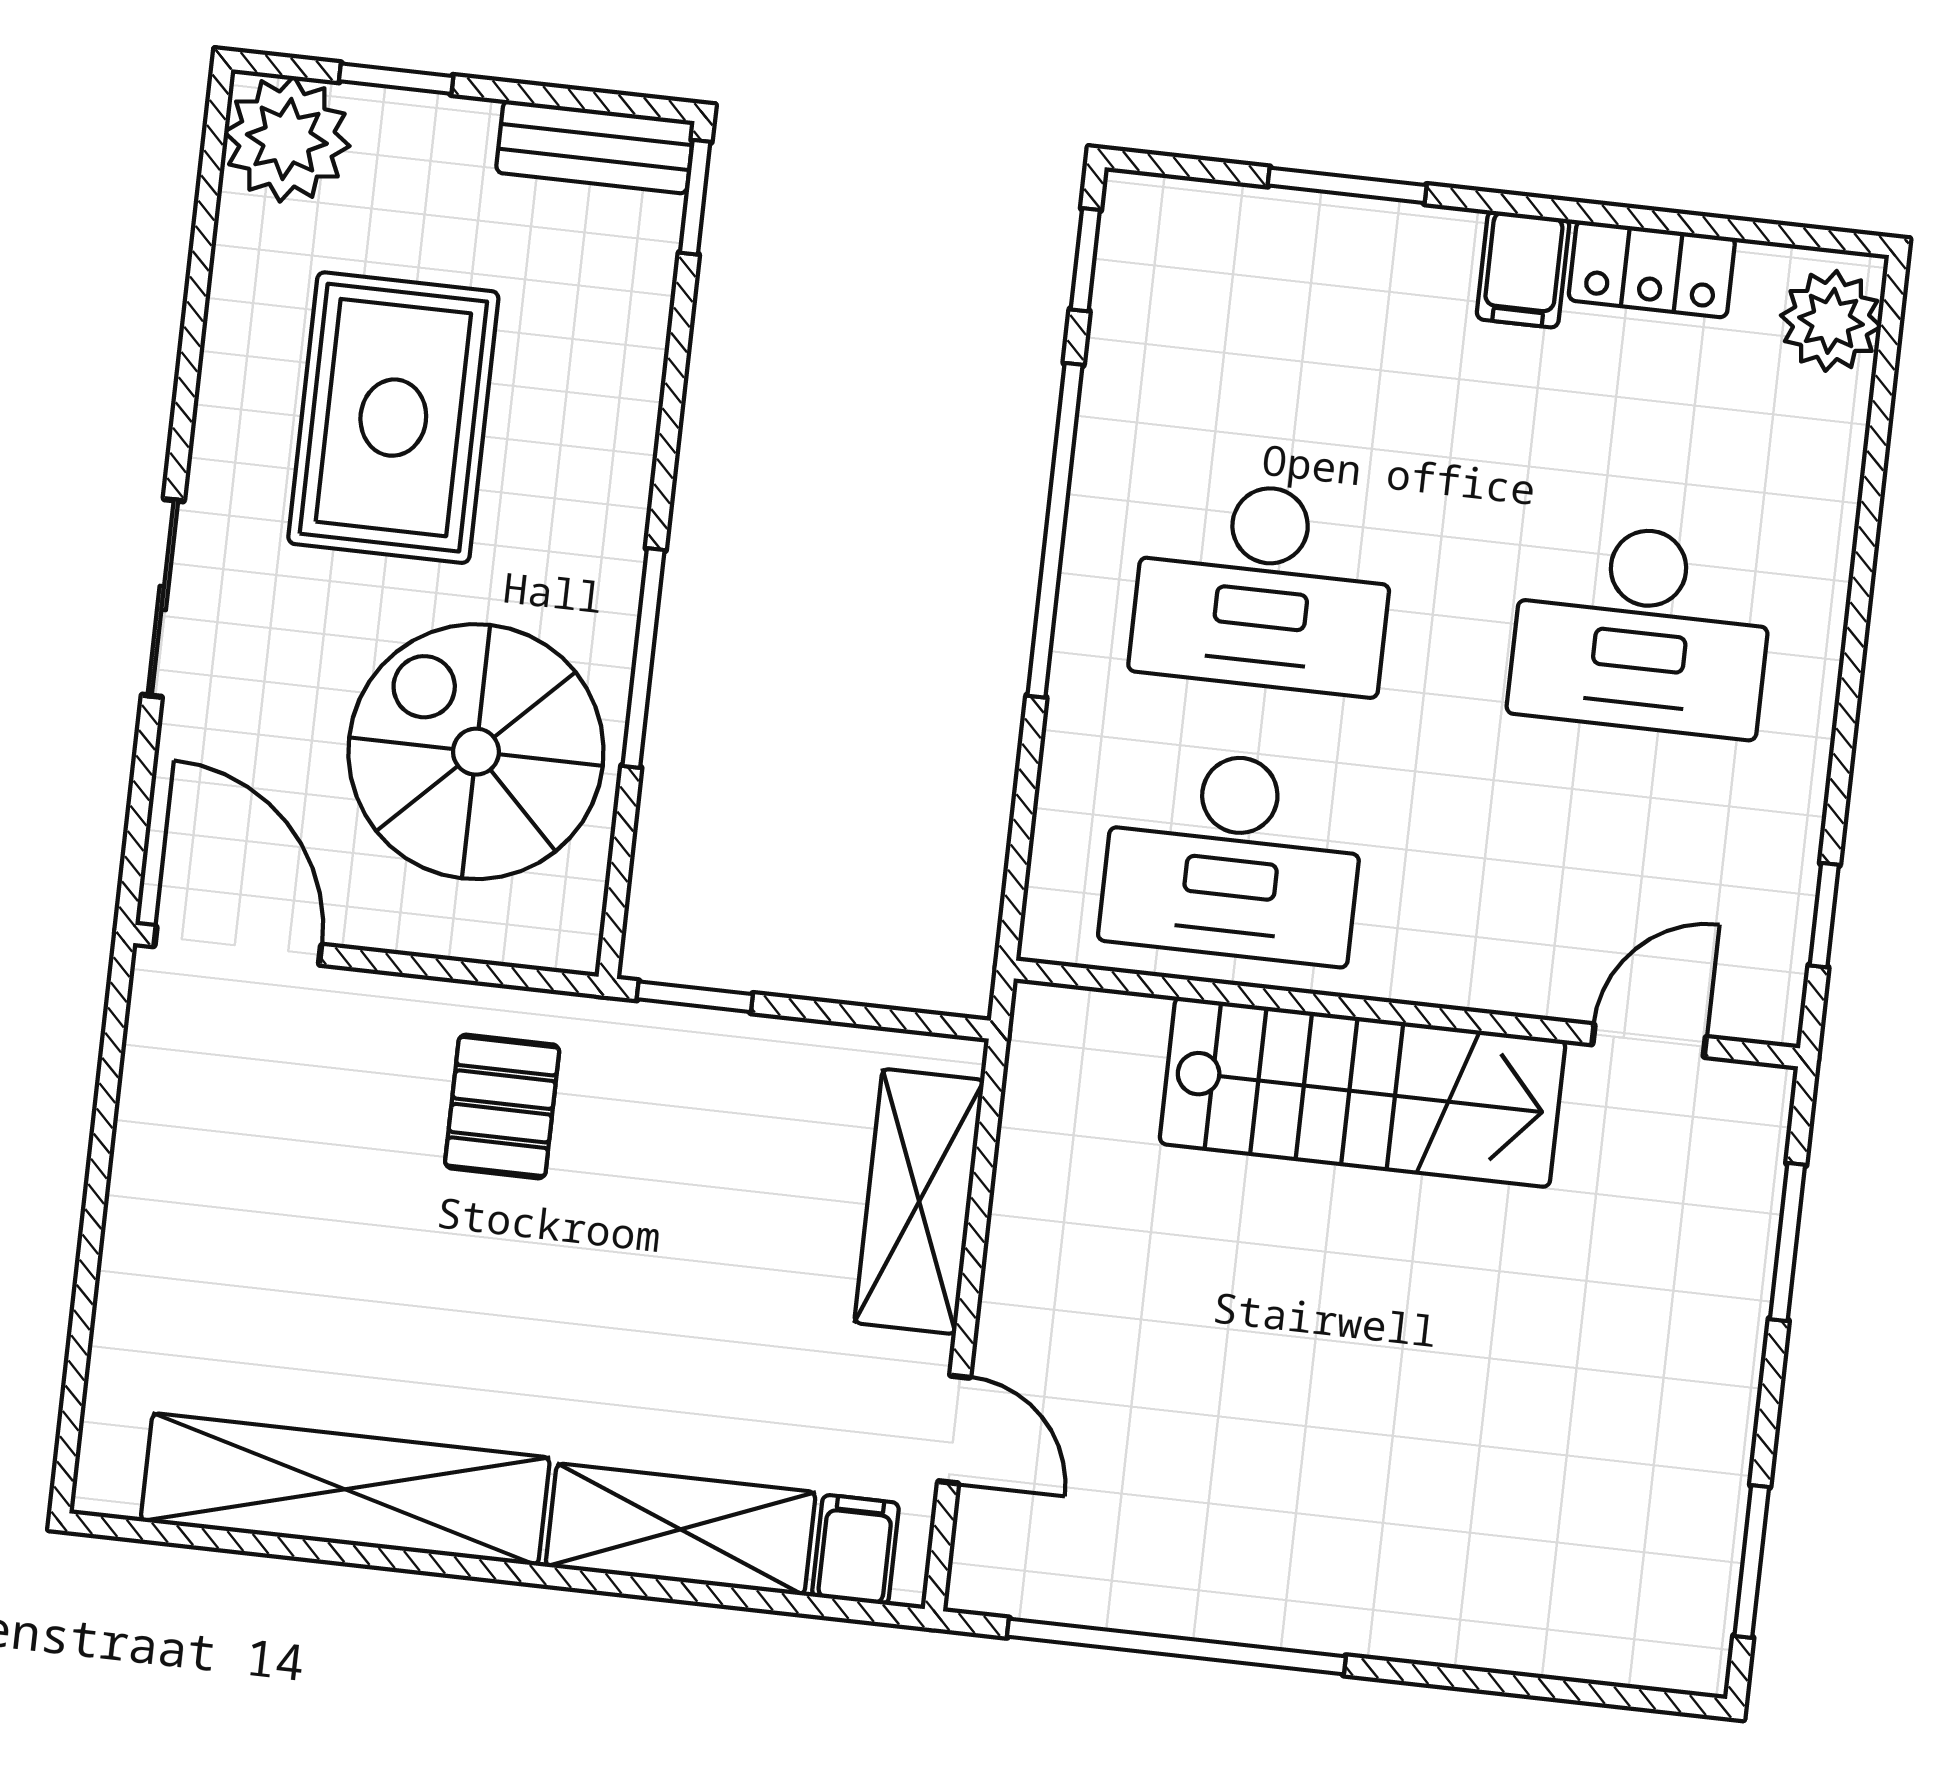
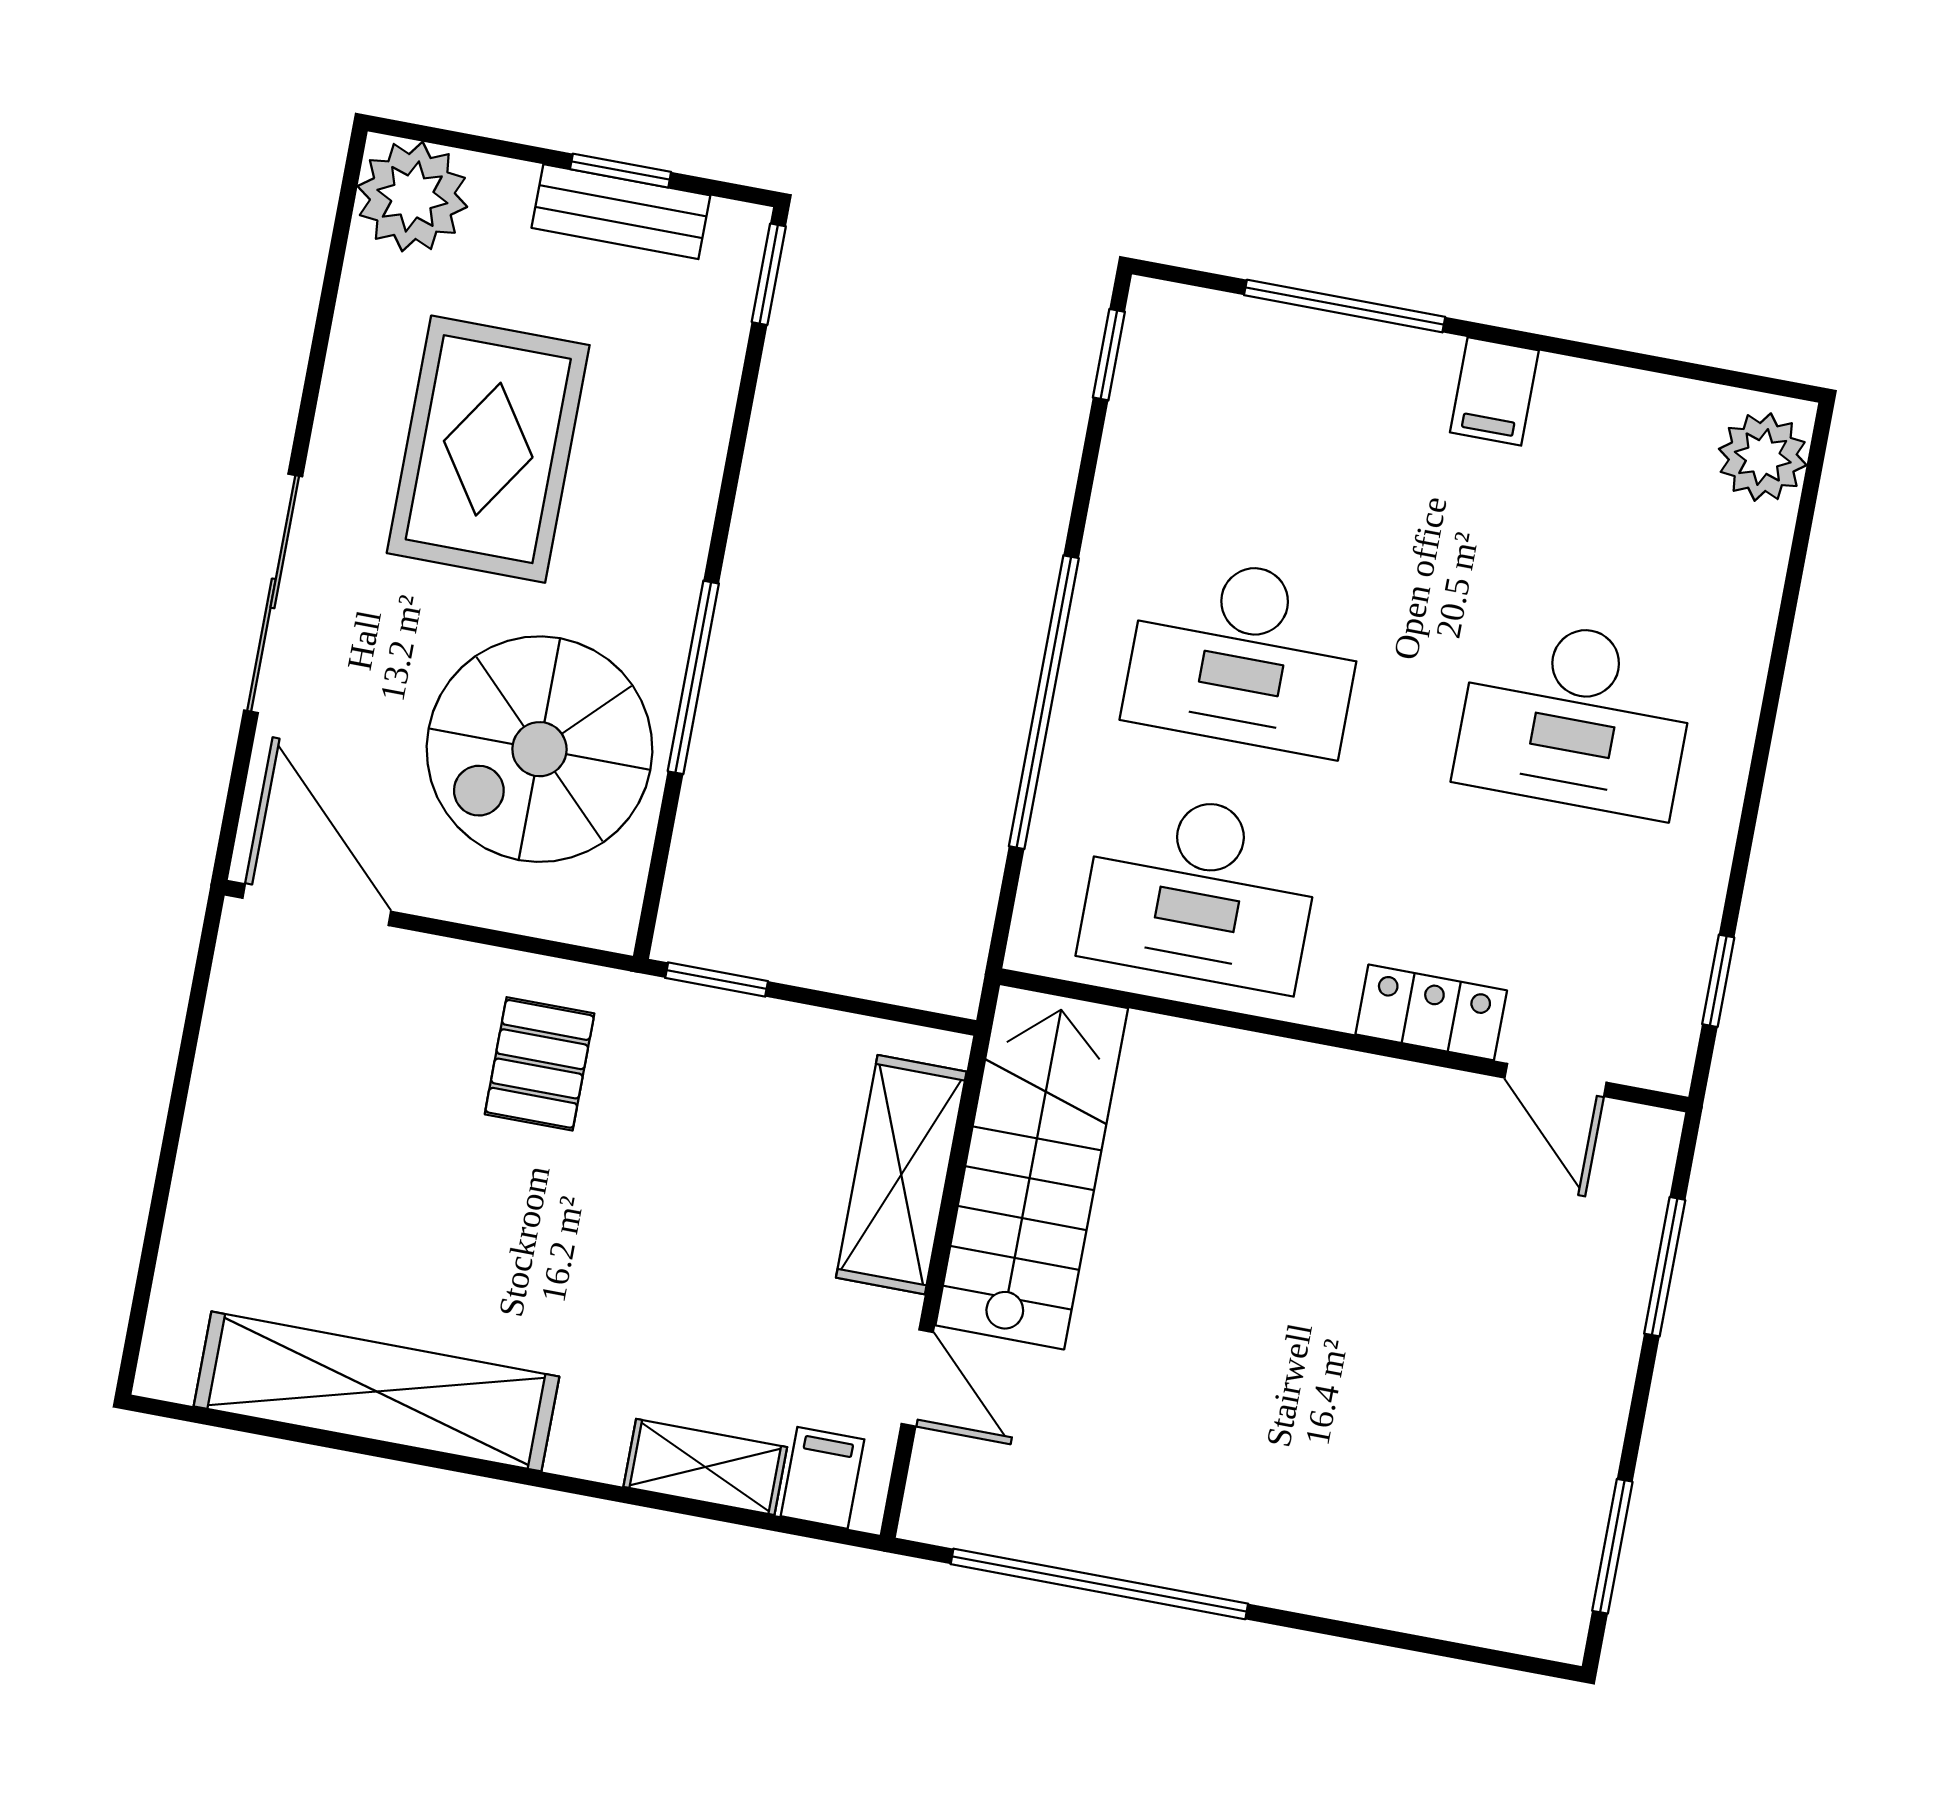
window: (396, 79) -> (621, 171), moved
bench: (595, 147) -> (621, 212), moved
window: (1347, 185) -> (1345, 306), width x1.44
locker: (1652, 269) -> (1431, 1012), moved, turned 180
window: (1055, 530) -> (1044, 702), moved
sliding door: (163, 598) -> (273, 593), width x1.37
spiral stairs: (476, 752) -> (539, 749), turned -90
door: (1649, 1041) -> (1556, 1080), swing flipped
stairs: (1362, 1092) -> (1032, 1167), moved, turned -90
shelving: (681, 1529) -> (705, 1467), width x0.67, depth x0.75

